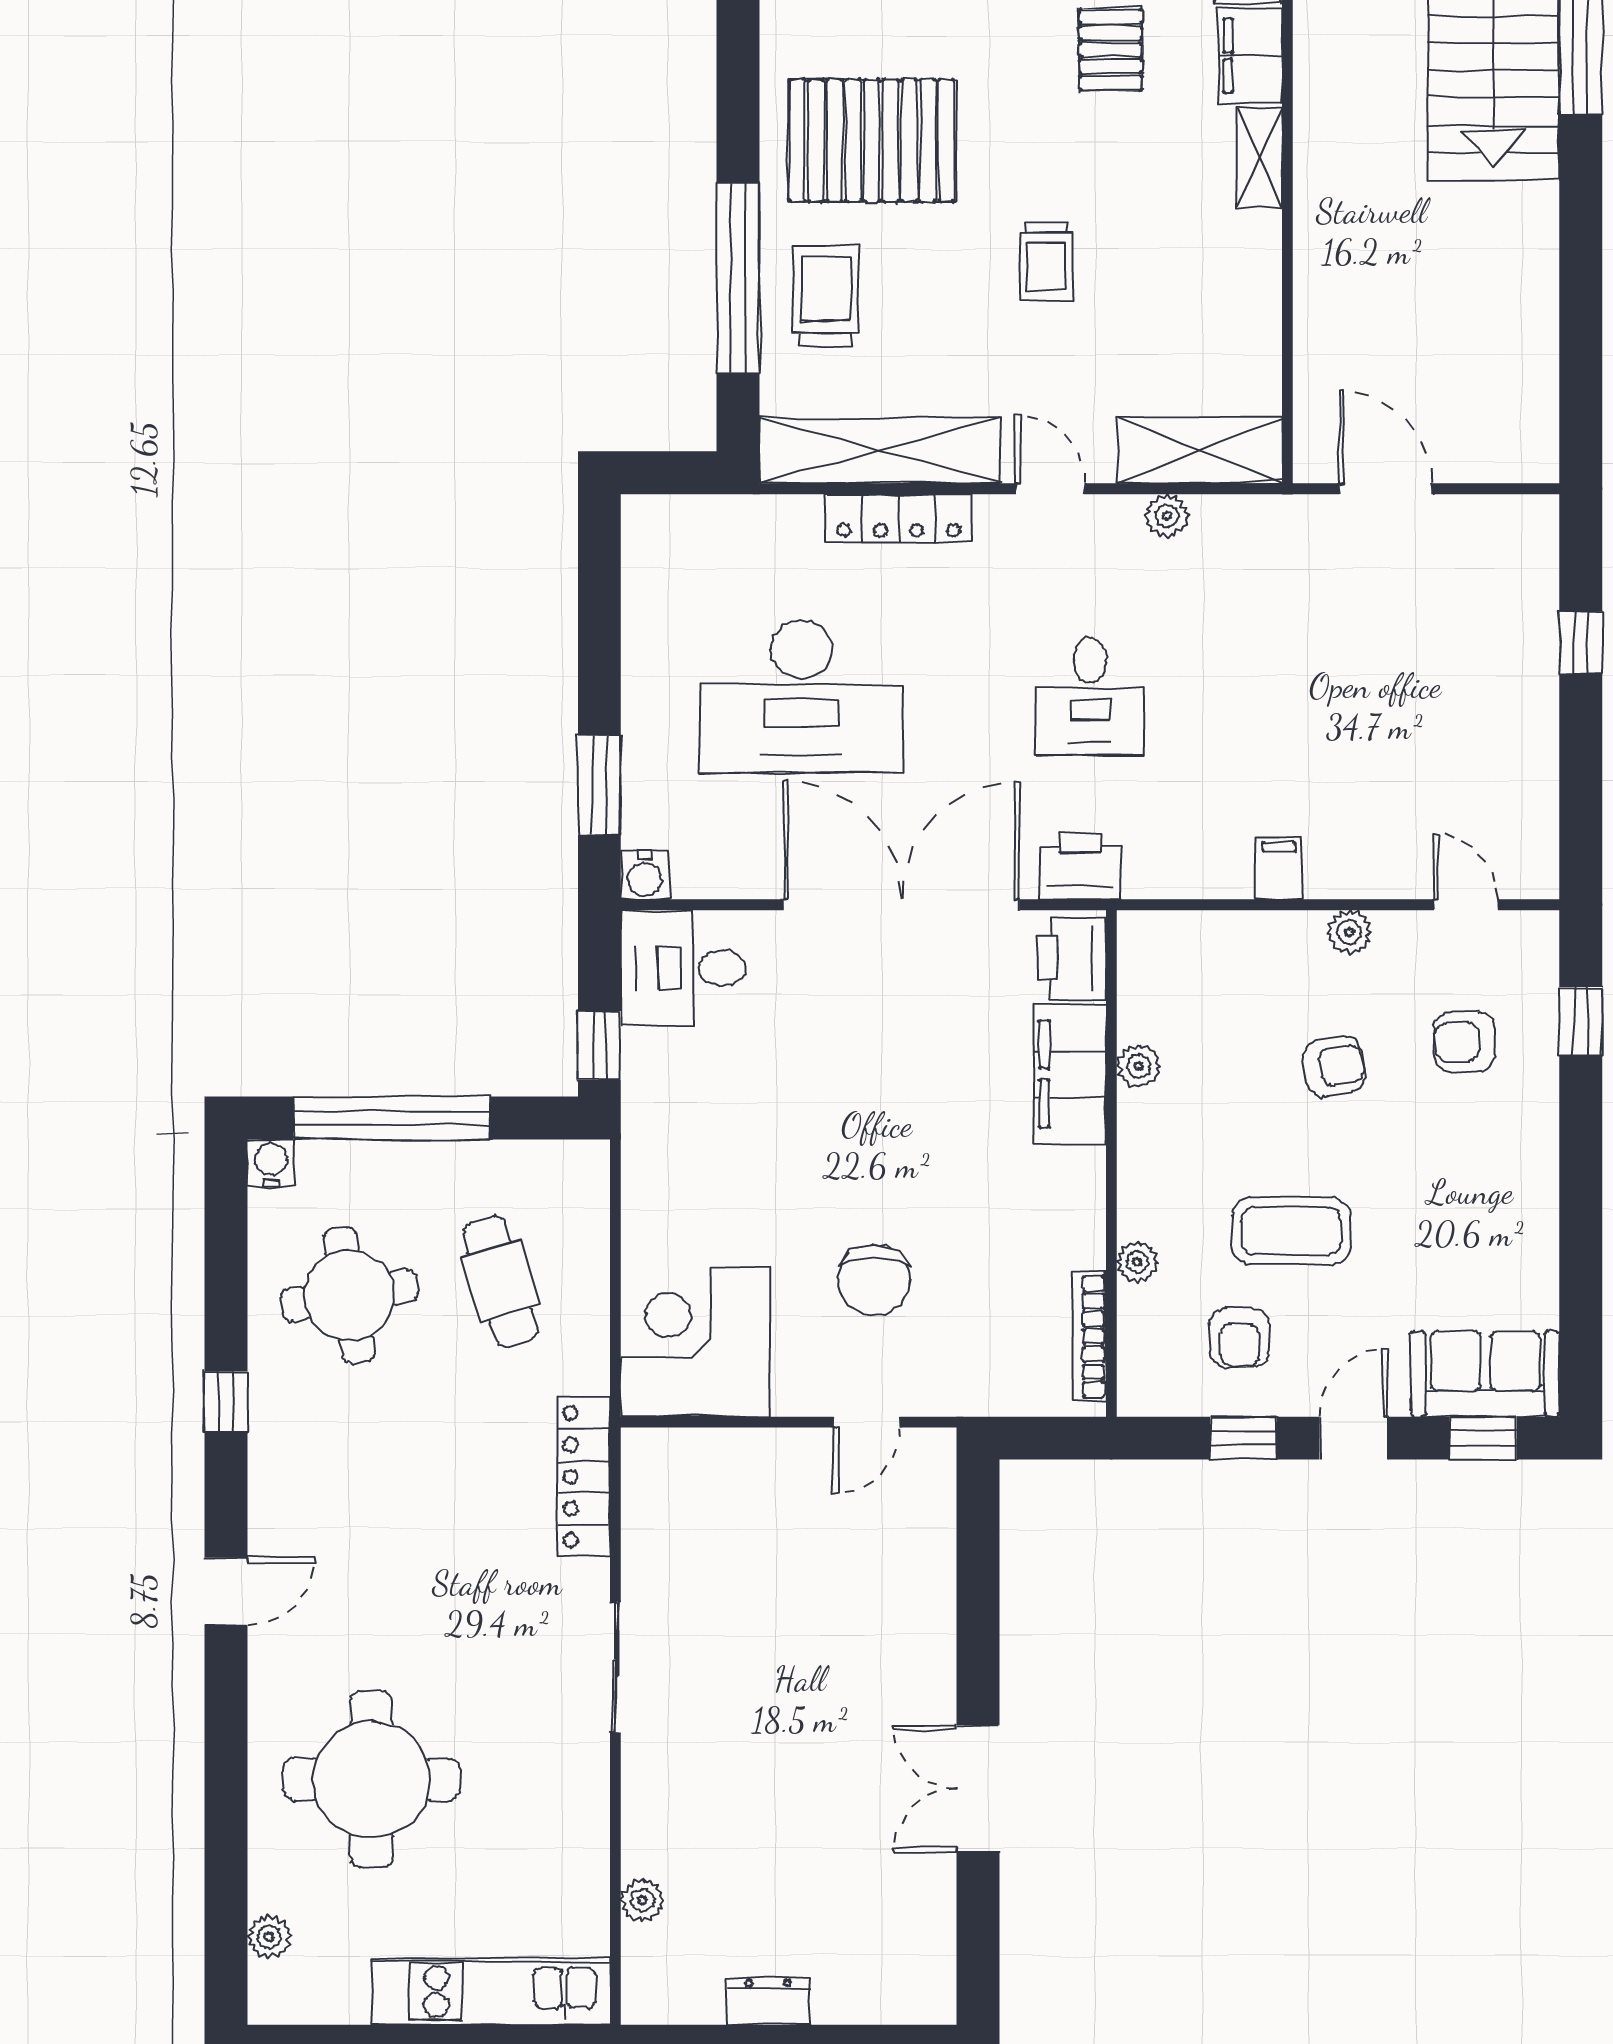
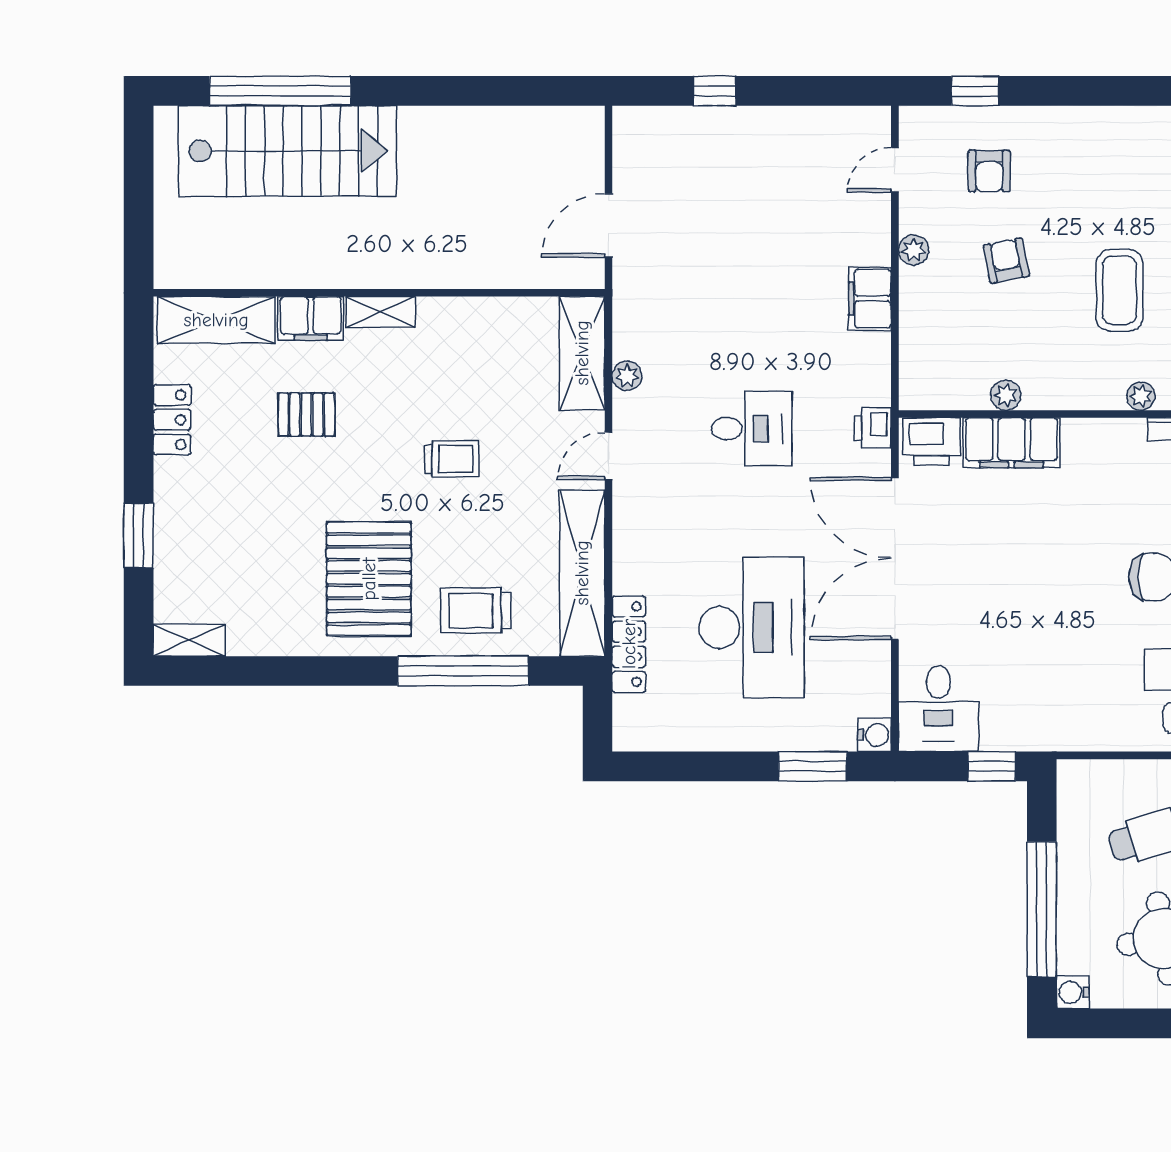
locker: (898, 518) -> (629, 644), moved
printer: (1080, 866) -> (873, 428), width x0.73, depth x0.81
filing cabinet: (1279, 868) -> (870, 299), width x2.00

